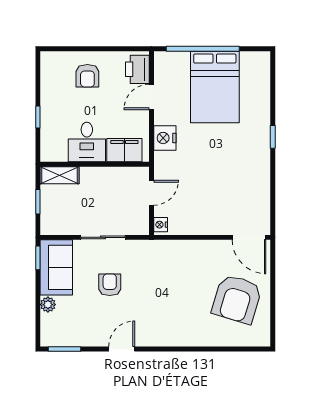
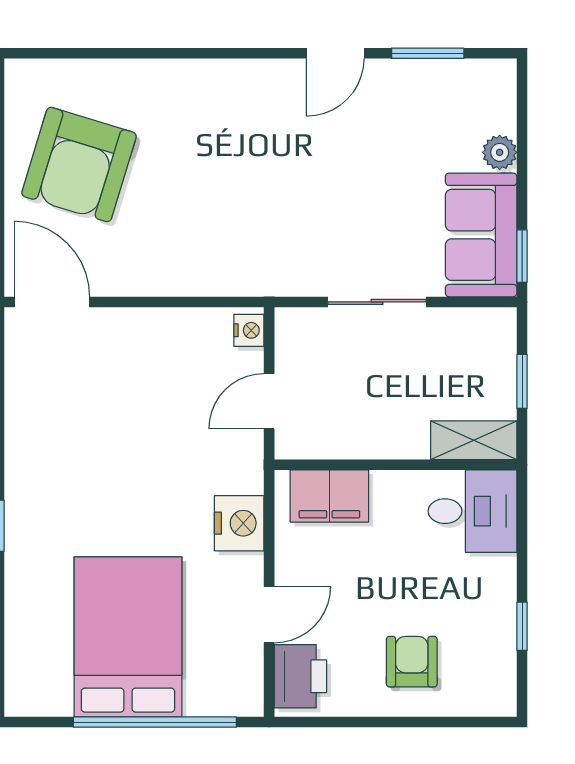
window: (38, 117) -> (522, 626), moved
desk: (87, 142) -> (472, 511), moved, turned 90
armchair: (110, 285) -> (362, 196), removed
armchair: (237, 299) -> (79, 165), turned 180
window: (64, 349) -> (428, 53), moved

